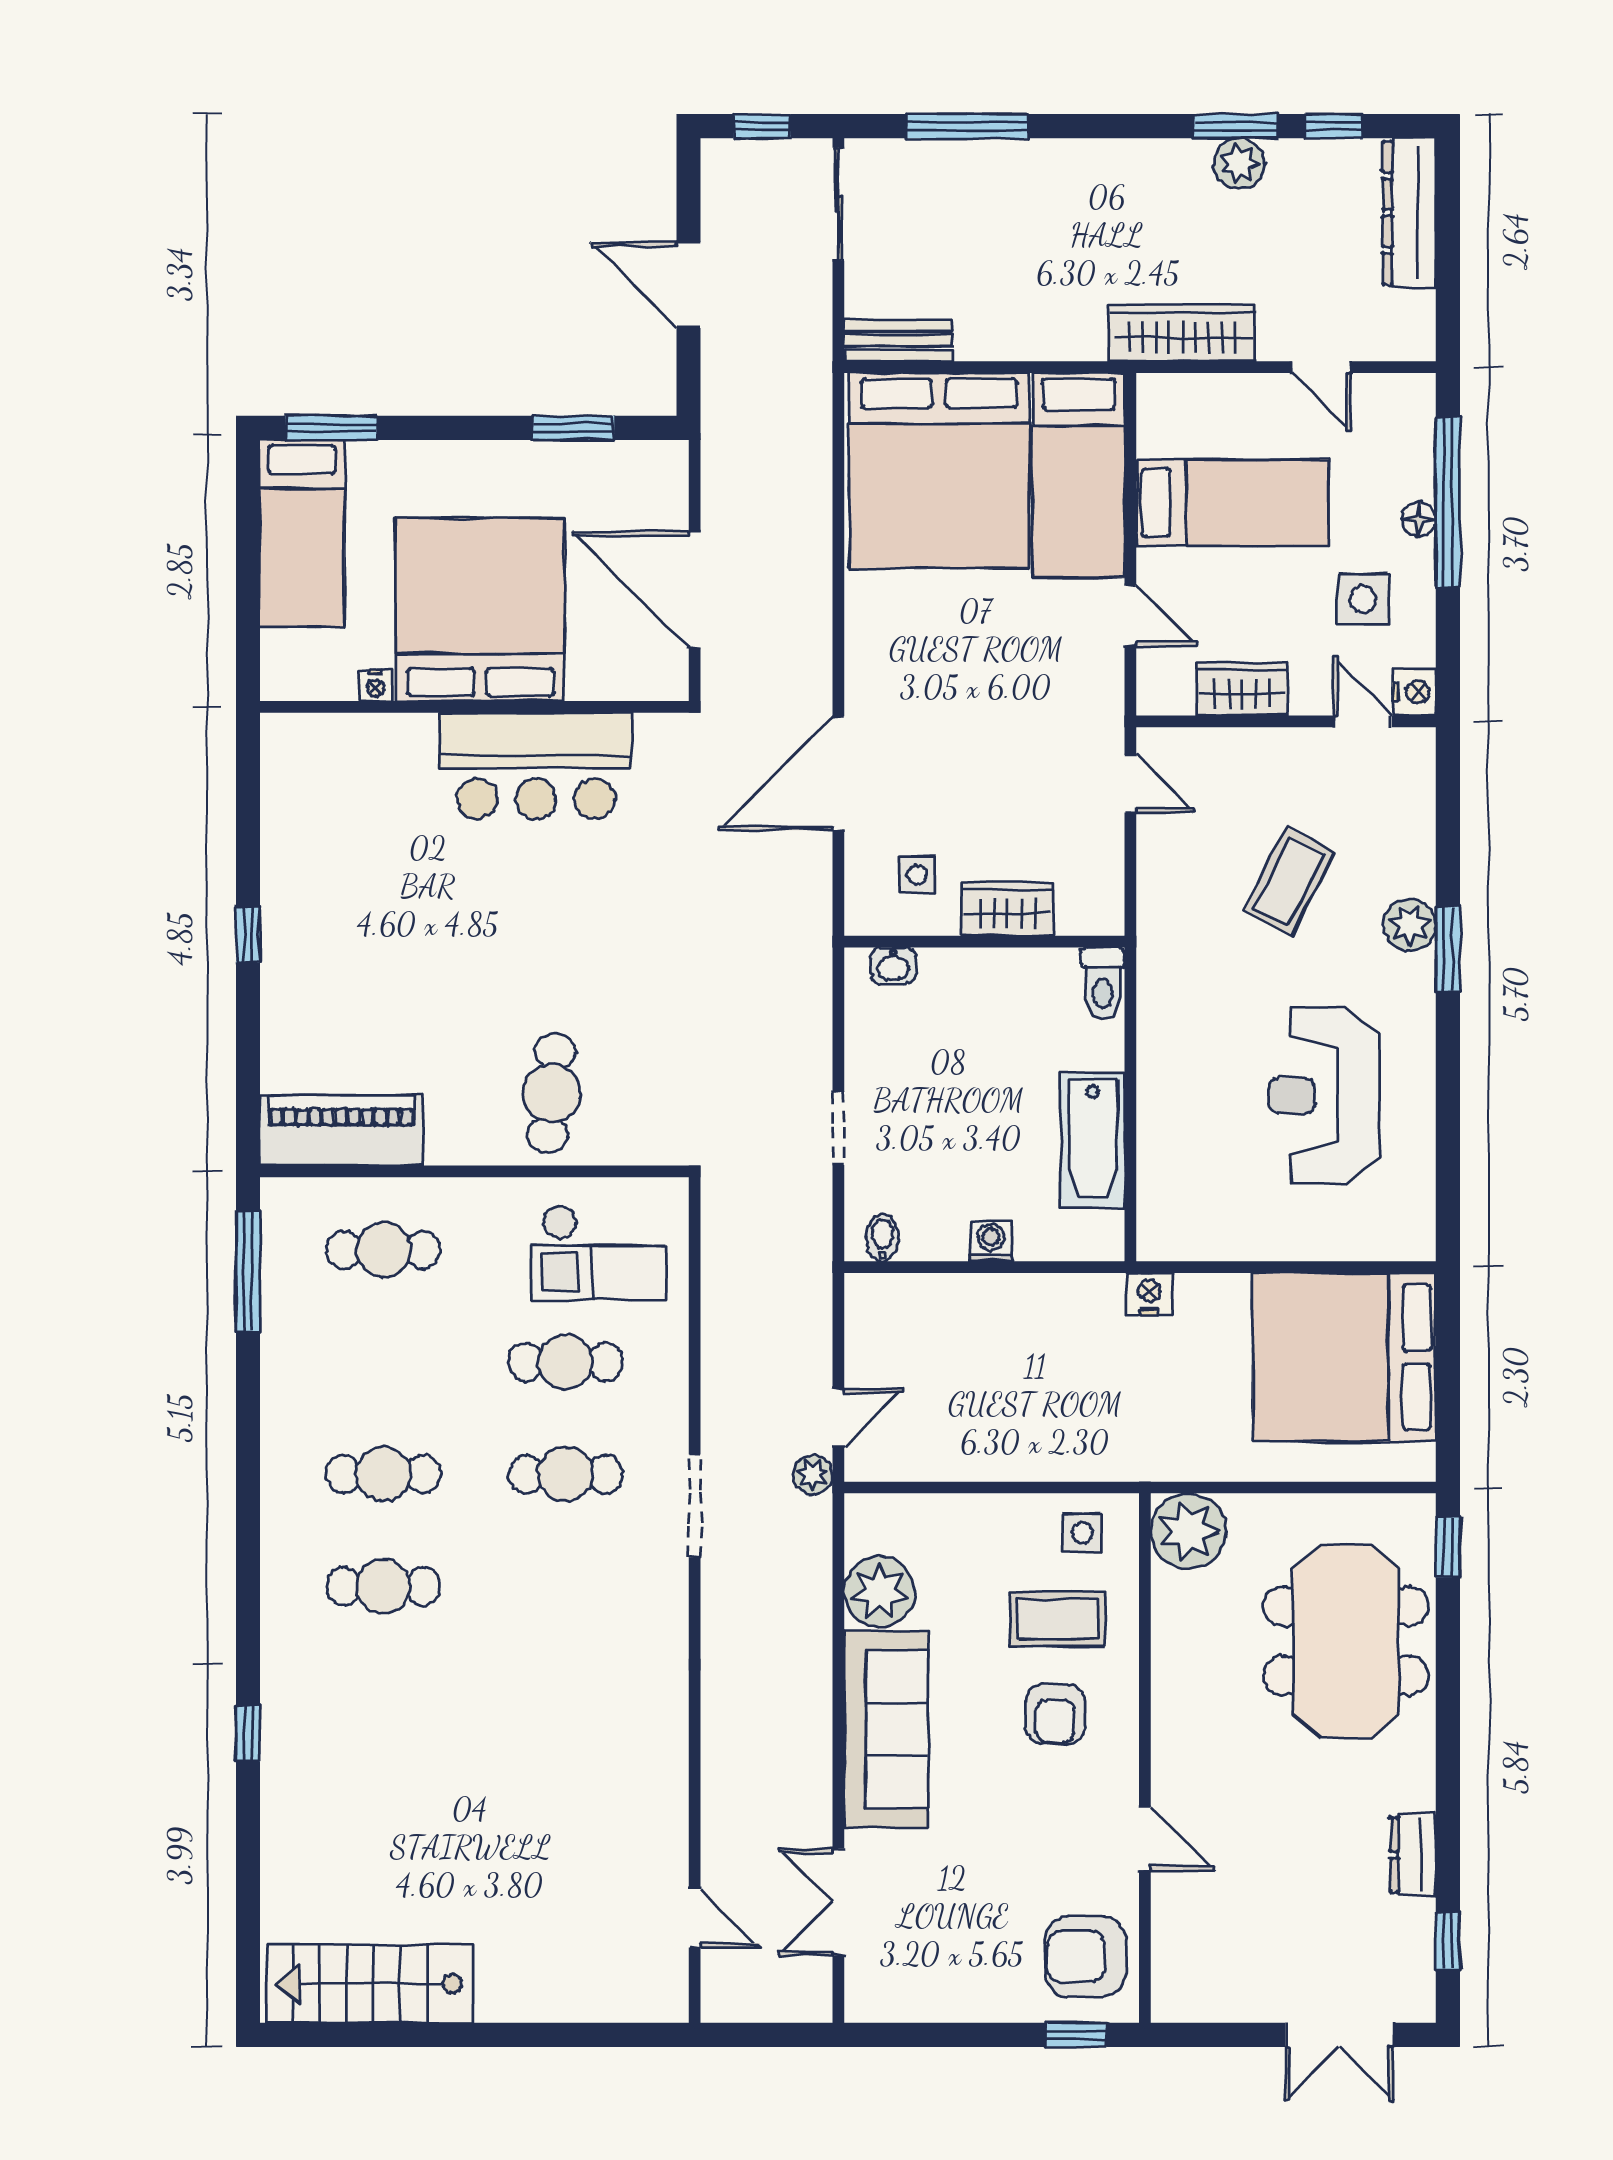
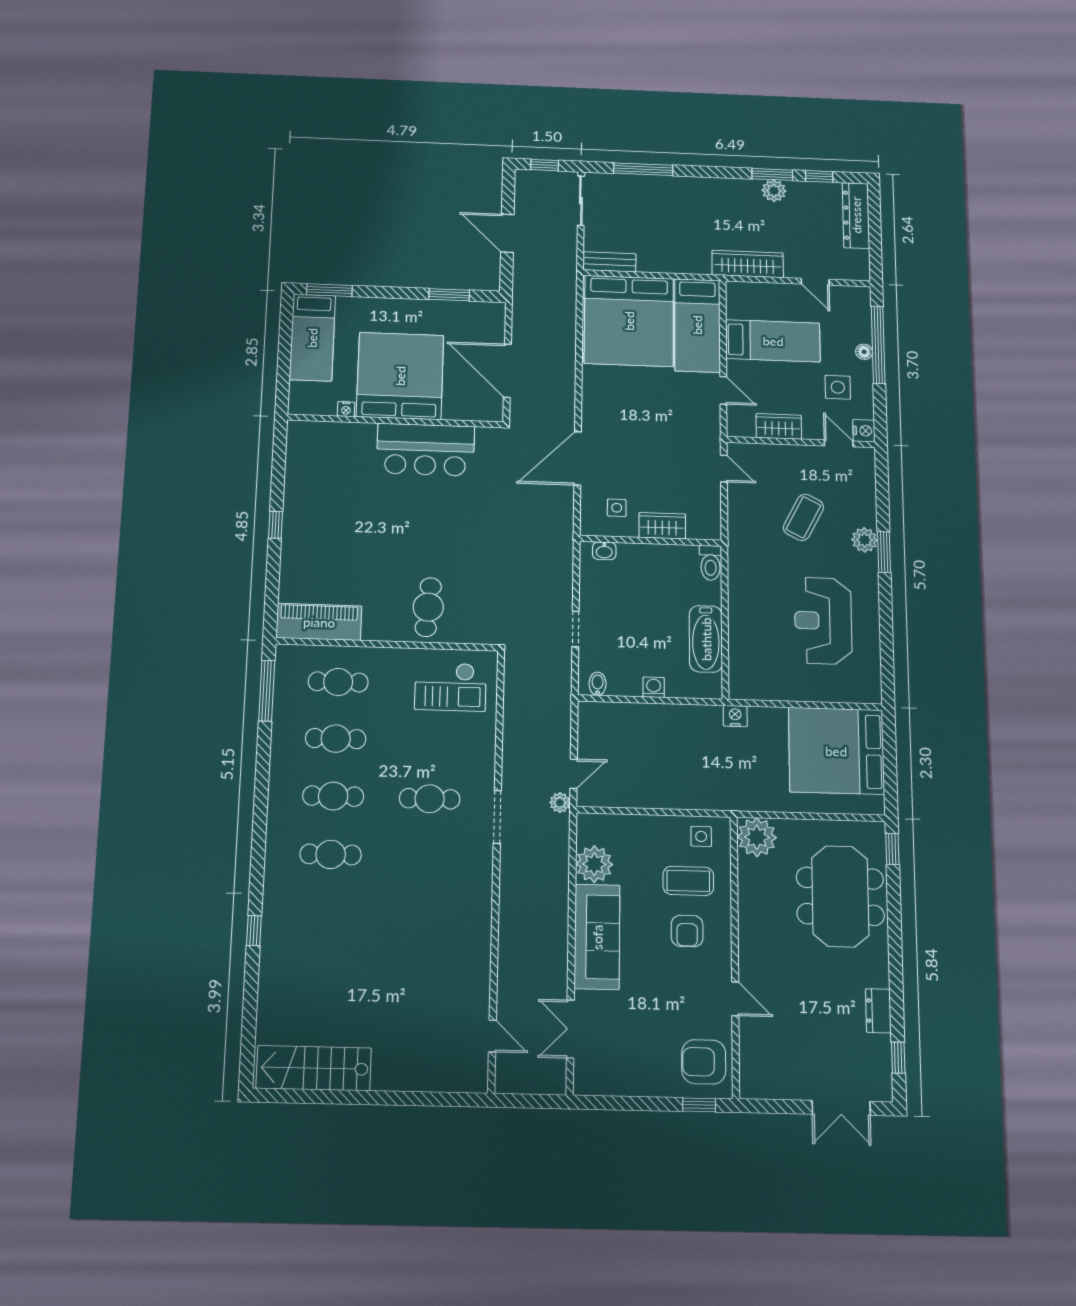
cafe table: (566, 1362) -> (336, 739), moved

